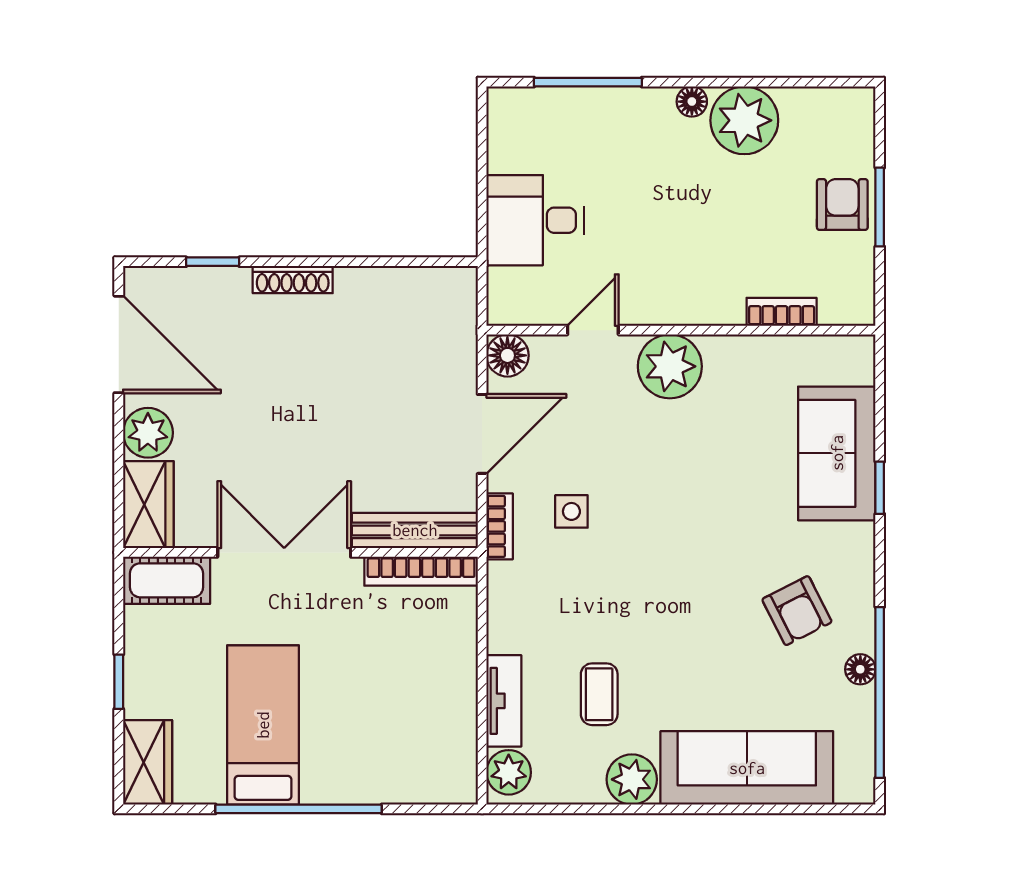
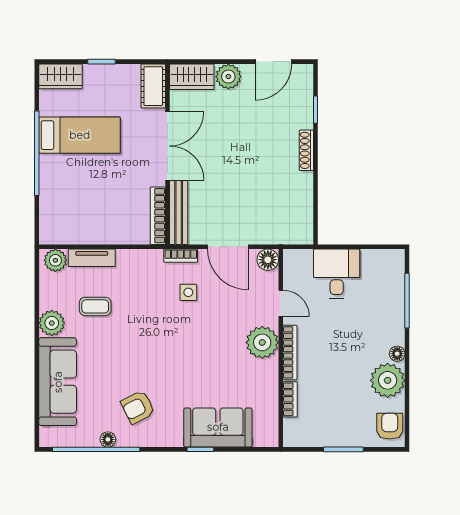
armchair: (842, 205) -> (390, 426), moved, turned -90
bookcase: (689, 312) -> (290, 352), added
door: (119, 344) -> (273, 62), width x0.73

